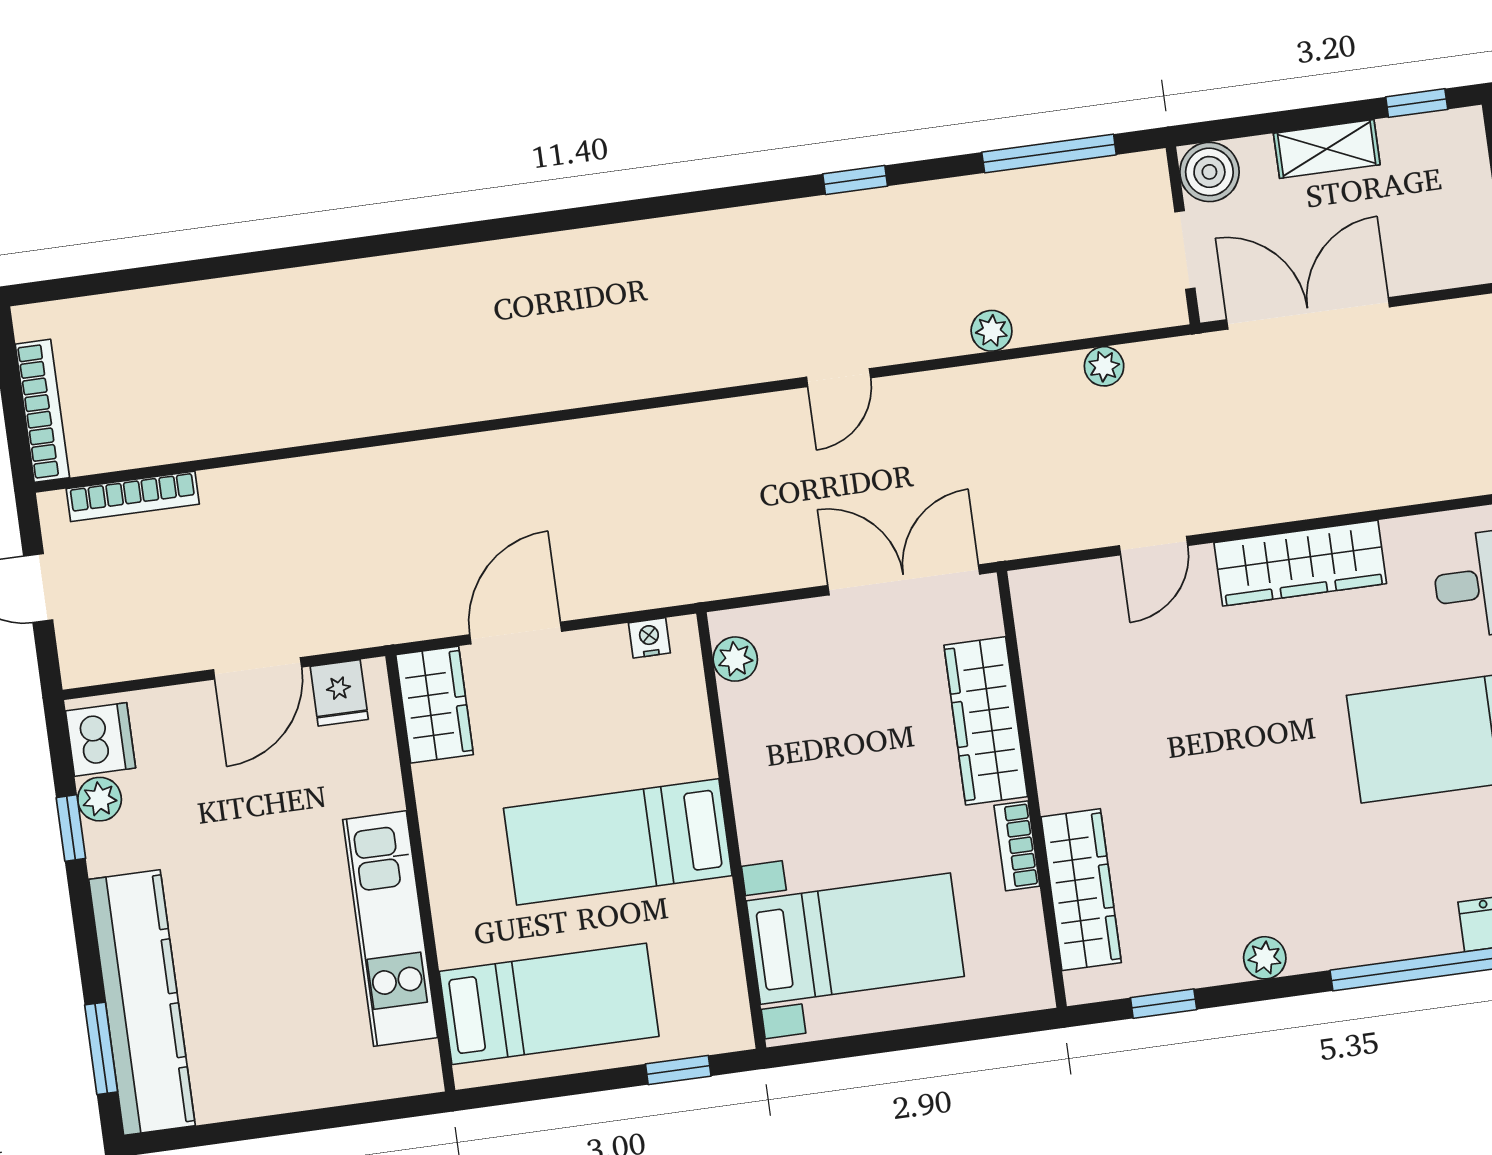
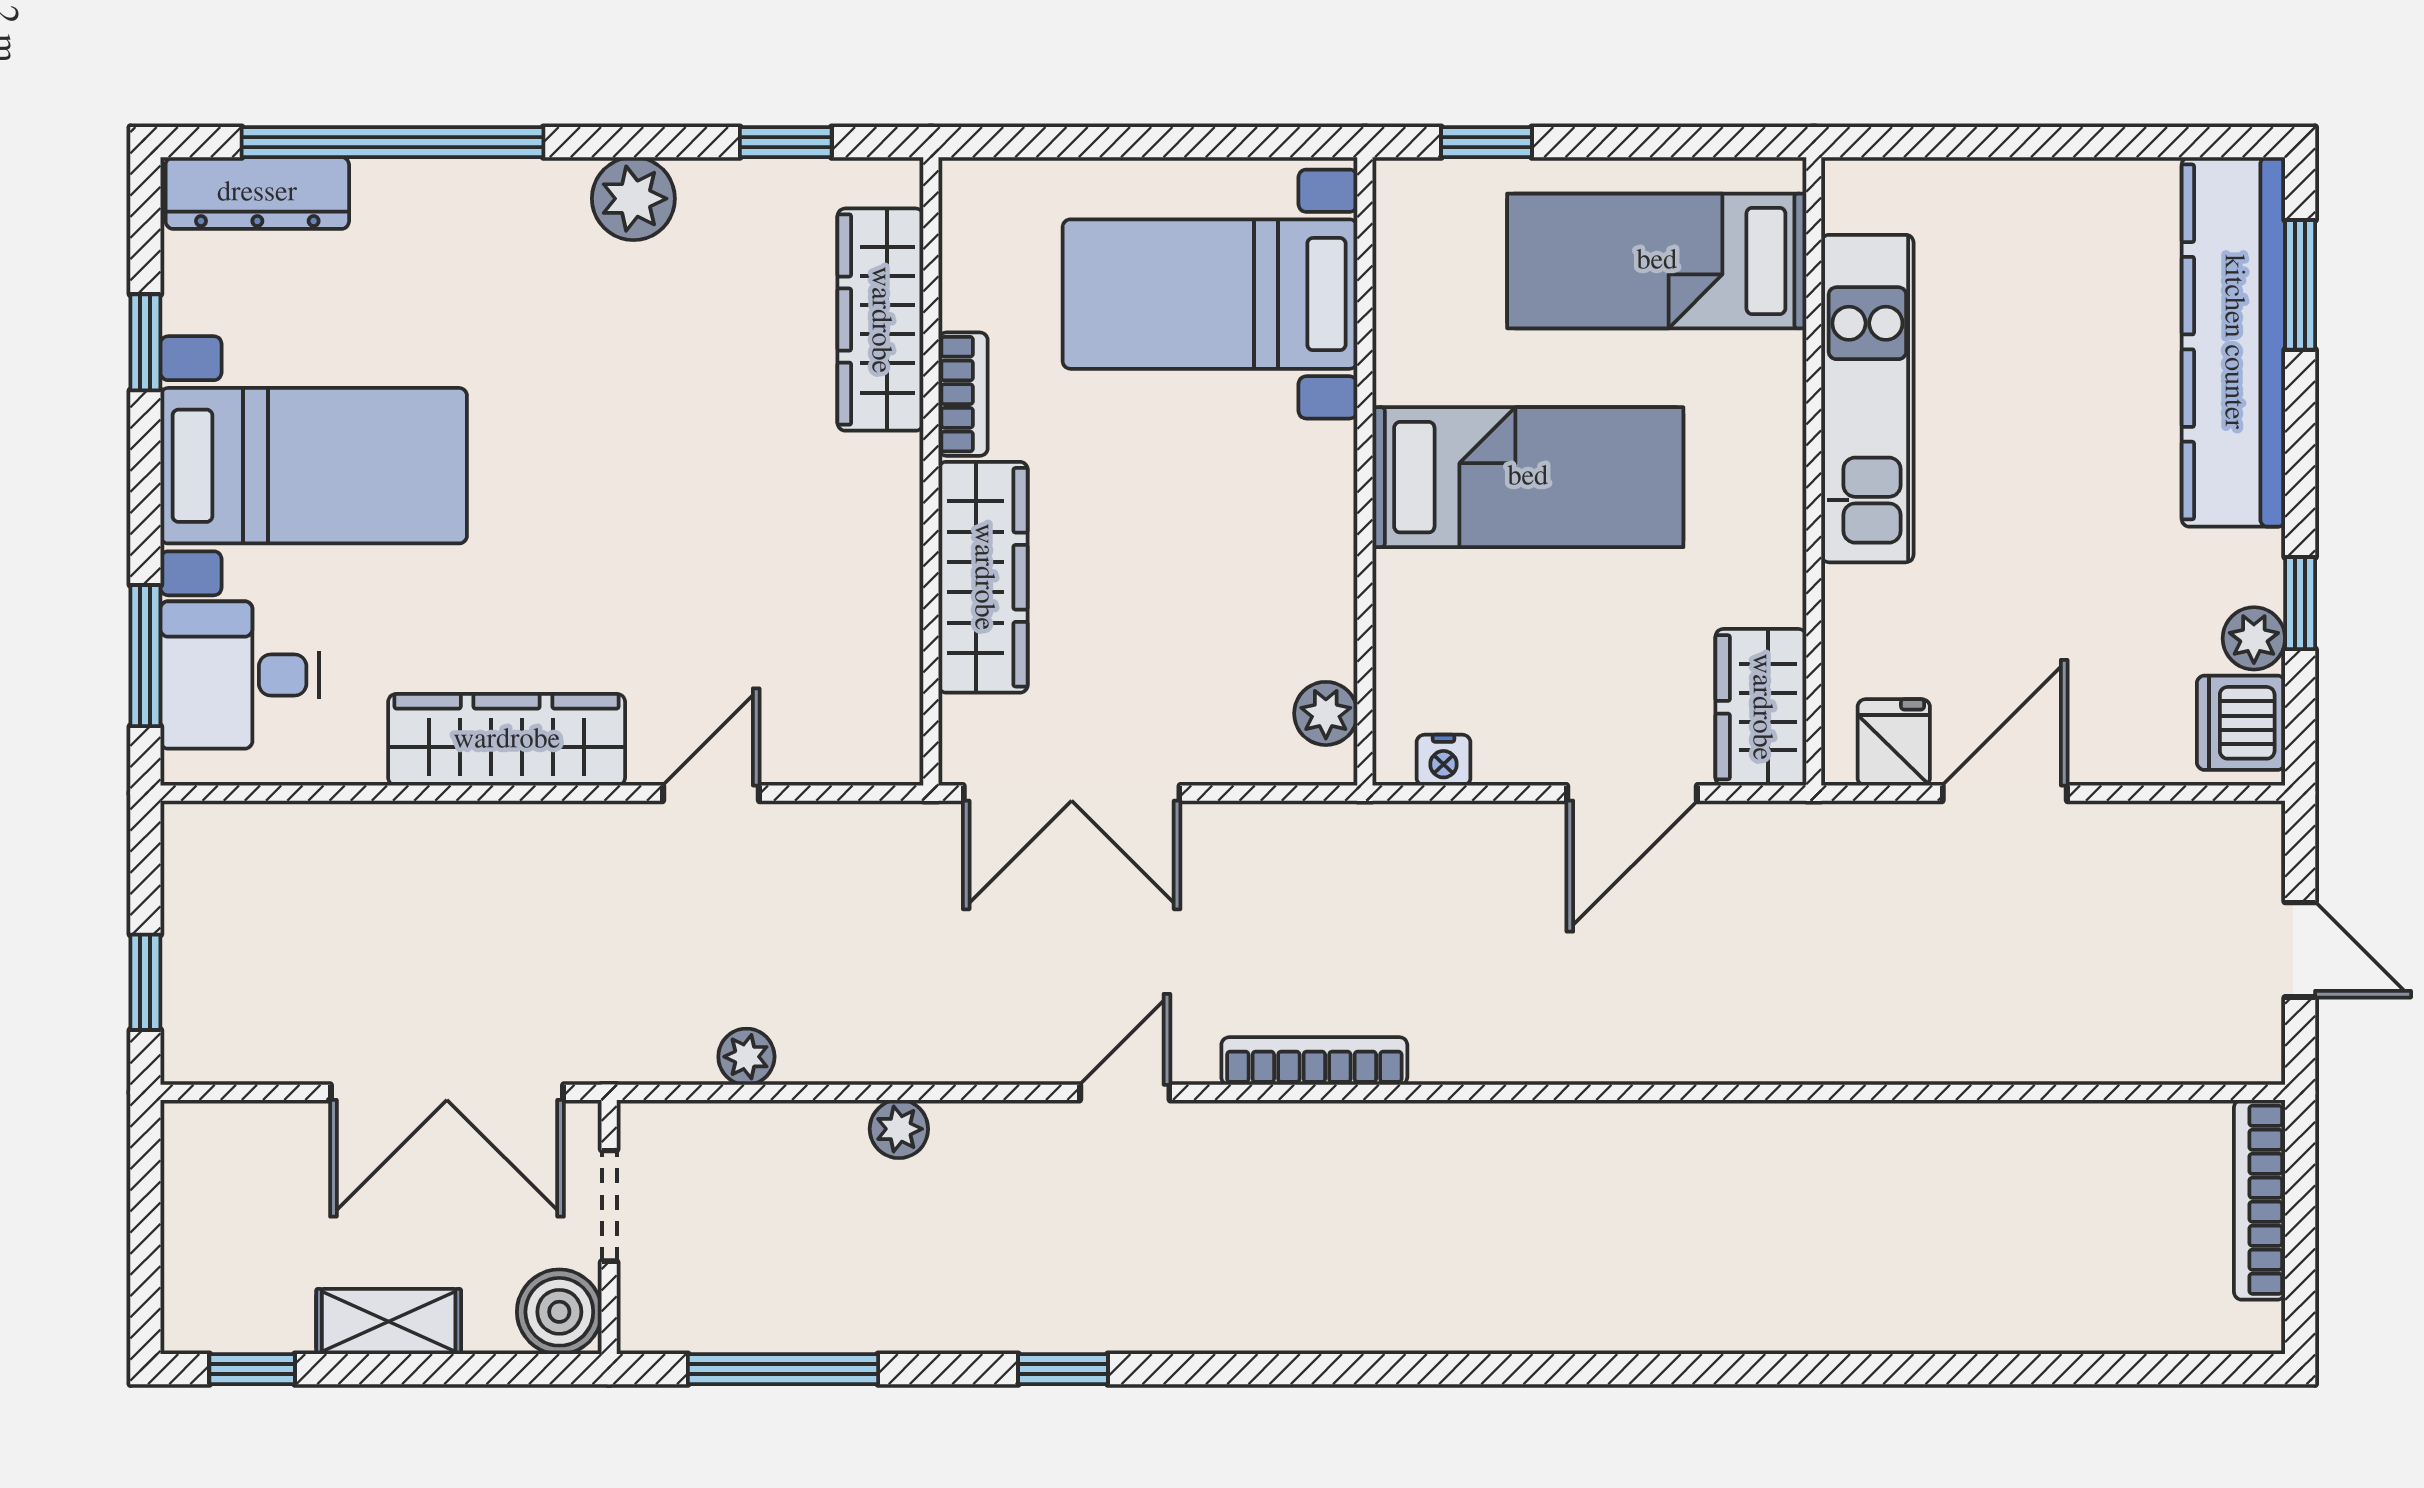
bookcase: (133, 496) -> (1314, 1061), moved
plant: (1265, 958) -> (633, 199), width x1.38, depth x1.38

